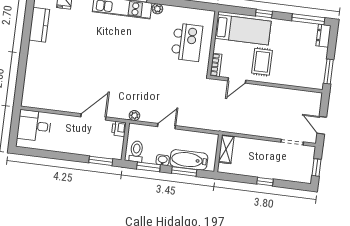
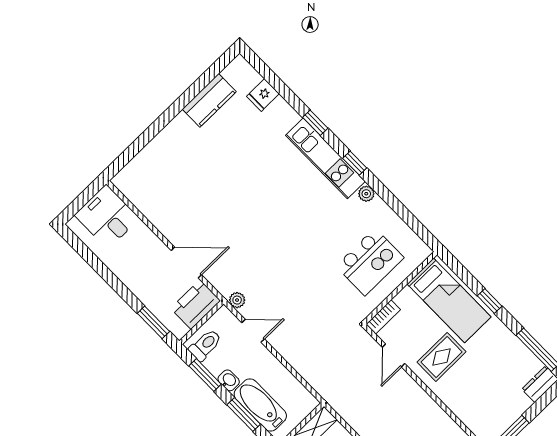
door: (237, 80) -> (394, 355), hinge flipped
door: (167, 126) -> (253, 331), moved
printer: (119, 129) -> (195, 305), width x1.87, depth x1.48

